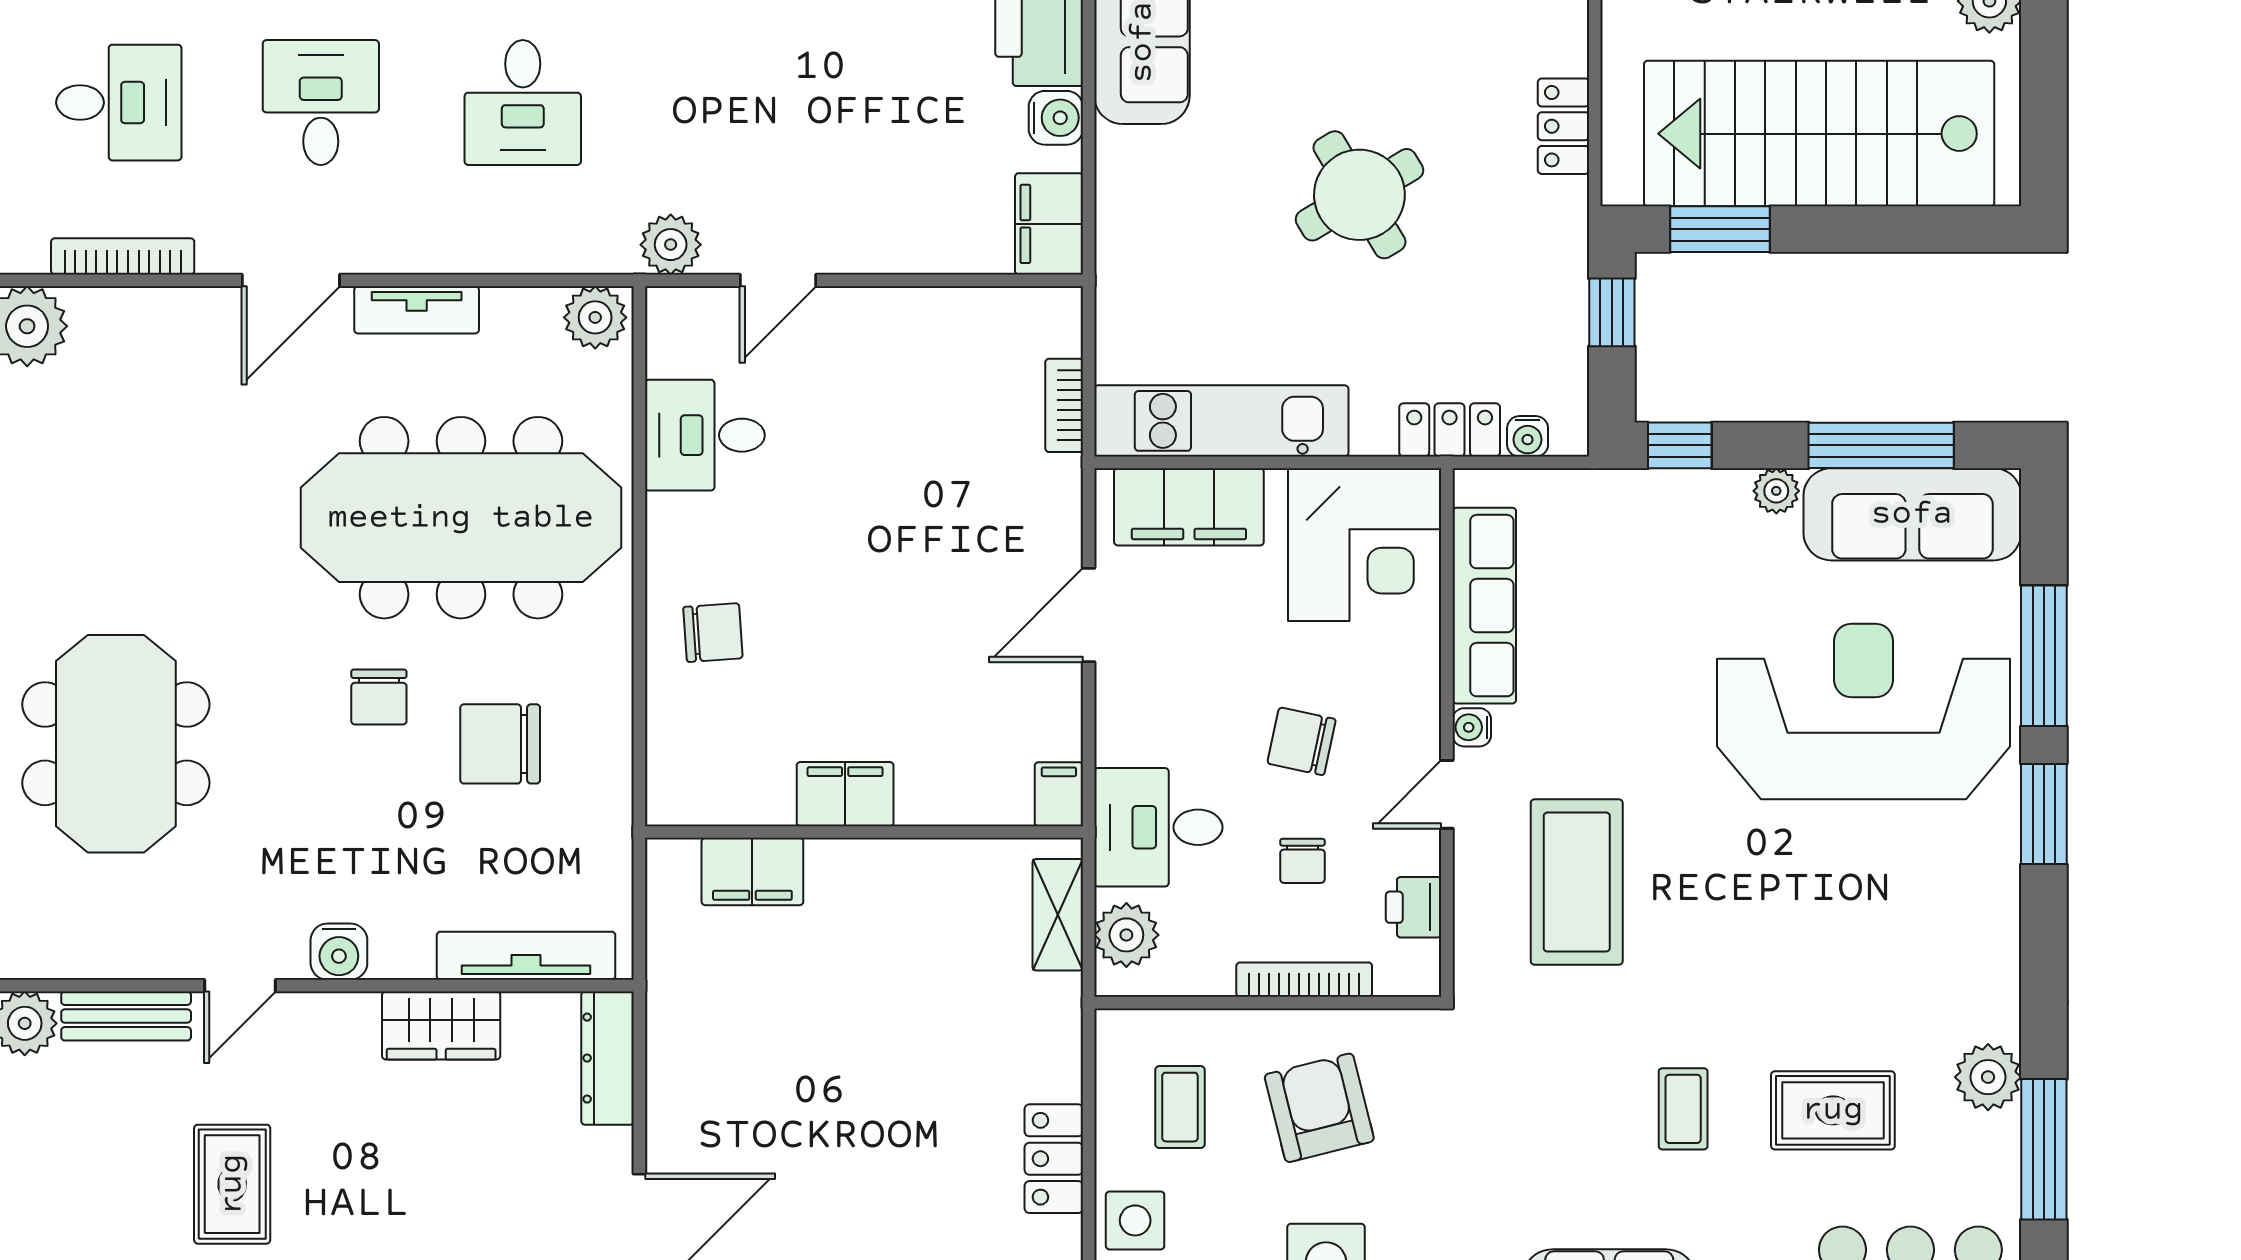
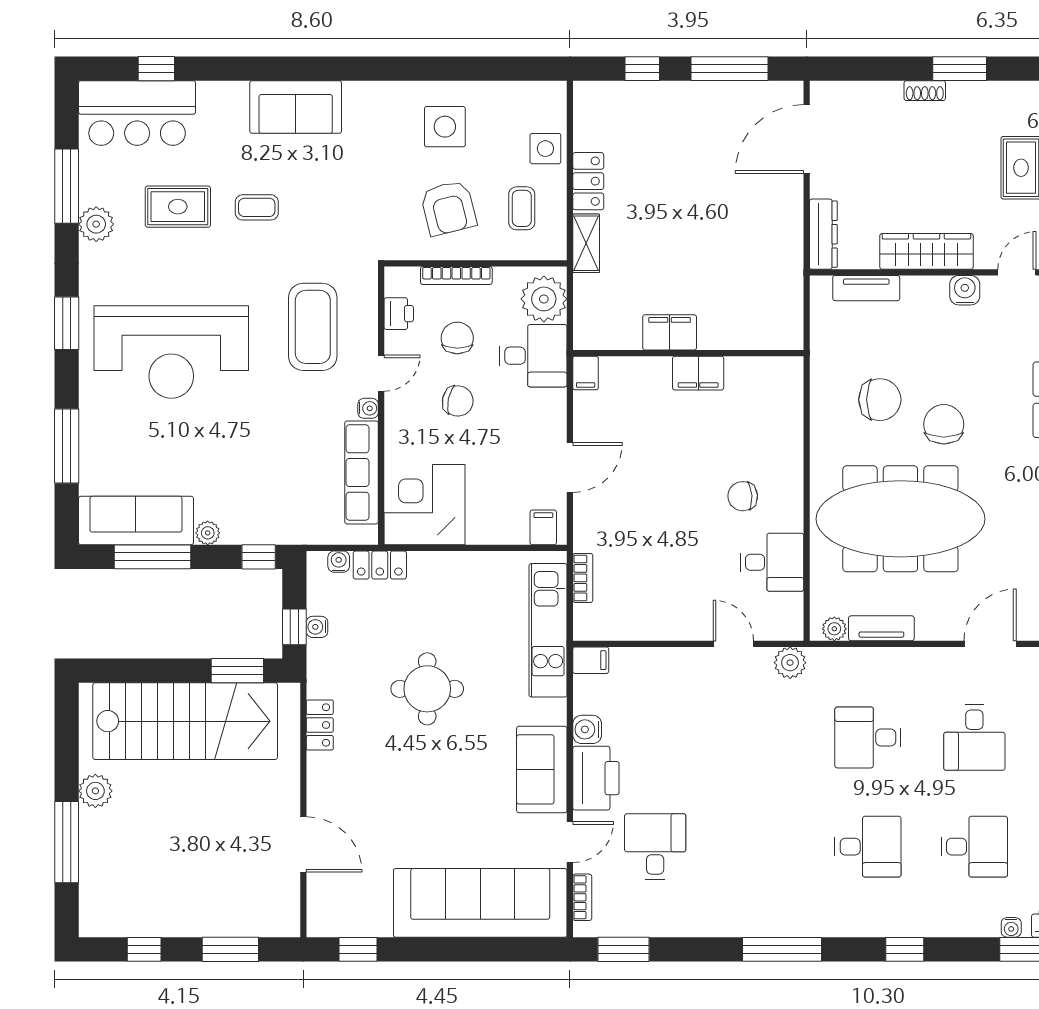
desk: (523, 103) -> (868, 737), turned -90
round table: (1359, 195) -> (427, 689), turned 31
filing cabinet: (1049, 224) -> (591, 660), width x0.50
door: (778, 280) -> (733, 644), hinge flipped
tv unit: (417, 310) -> (881, 628), moved
water cooler: (1569, 312) -> (317, 627), added
plant: (595, 317) -> (834, 629), width x0.73, depth x0.73
kitchen unit: (1221, 421) -> (548, 630), moved, turned 90
filing cabinet: (1189, 507) -> (543, 527), width x0.33, depth x0.86
chair: (713, 633) -> (743, 496), moved
chair: (379, 697) -> (944, 424), width x1.37, depth x1.37
reception desk: (1863, 712) -> (171, 352), moved
window: (2044, 814) -> (67, 323), moved
chair: (1302, 861) -> (457, 338), width x1.37, depth x1.37
filing cabinet: (752, 872) -> (670, 332), moved
shelving: (1058, 915) -> (586, 243), moved
plant: (1126, 935) -> (544, 299), width x1.36, depth x1.36
tv unit: (526, 956) -> (866, 288), width x0.71
wardrobe: (441, 1025) -> (926, 251), width x1.50
coffee table: (1683, 1109) -> (257, 207), turned 90

